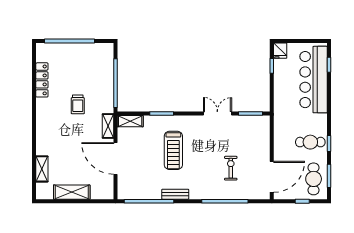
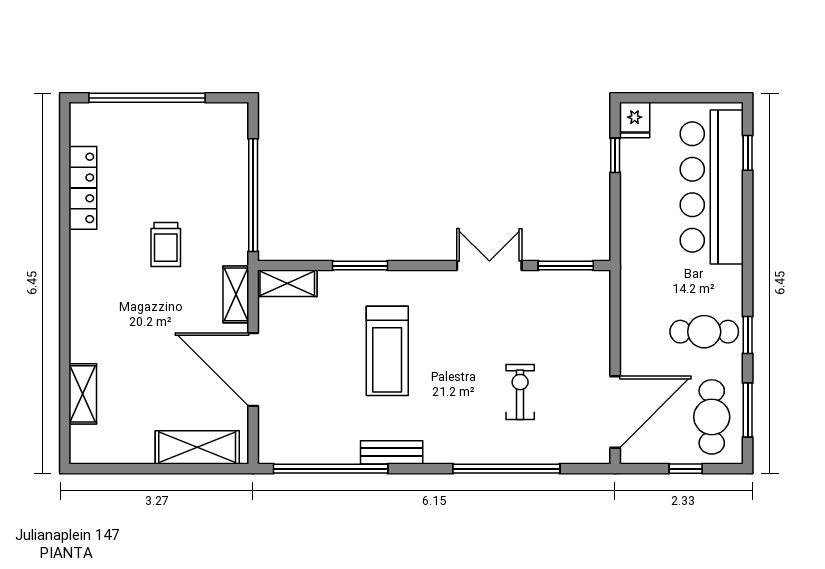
shelving: (72, 192) -> (197, 447), moved

